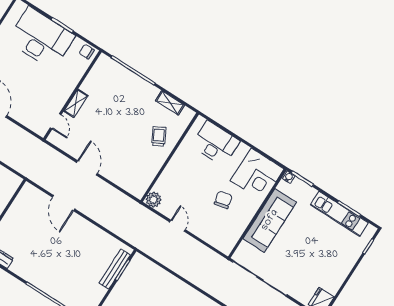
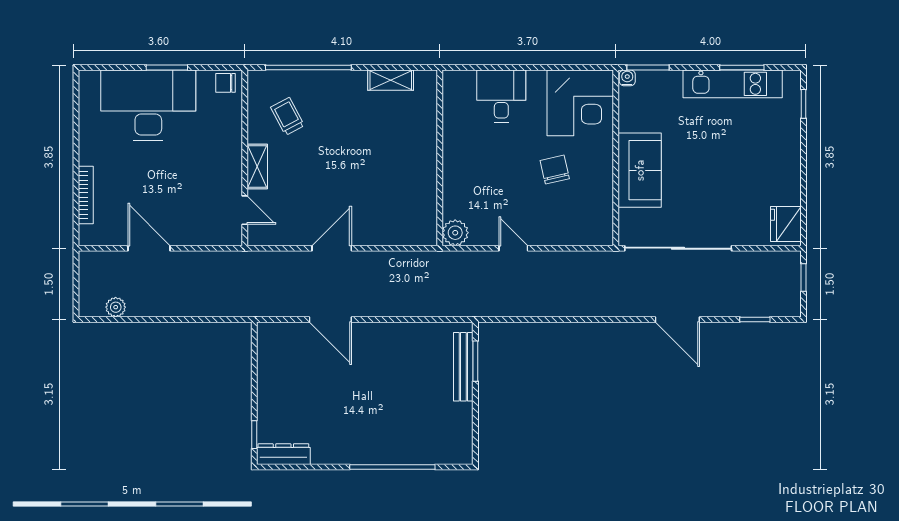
trolley: (159, 136) -> (287, 116), moved
desk: (216, 143) -> (501, 96), width x0.73
door: (87, 168) -> (332, 248), hinge flipped
sofa: (270, 220) -> (640, 170), width x0.73

